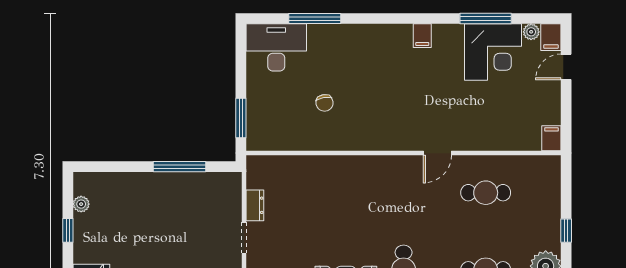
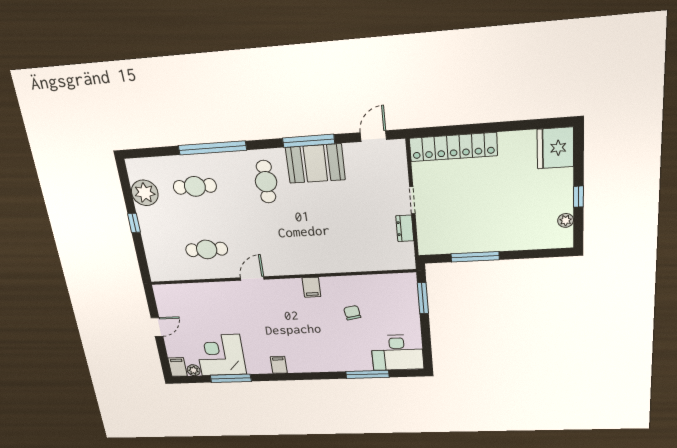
door: (566, 67) -> (157, 327), moved
filing cabinet: (551, 138) -> (311, 287), moved

